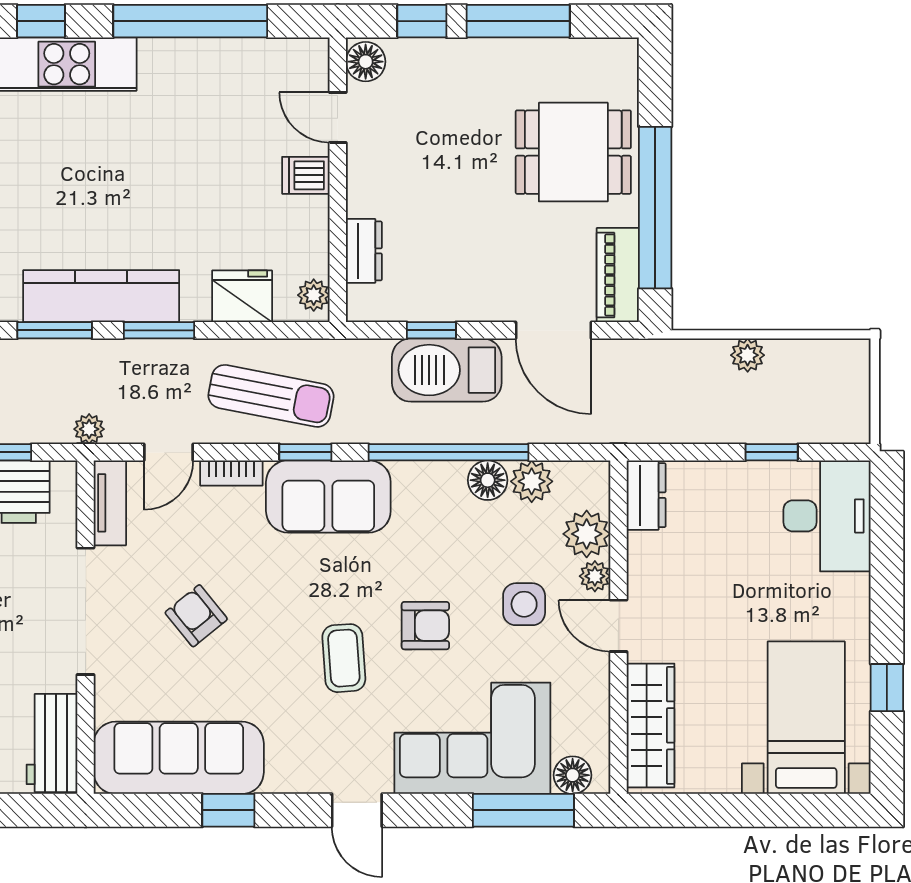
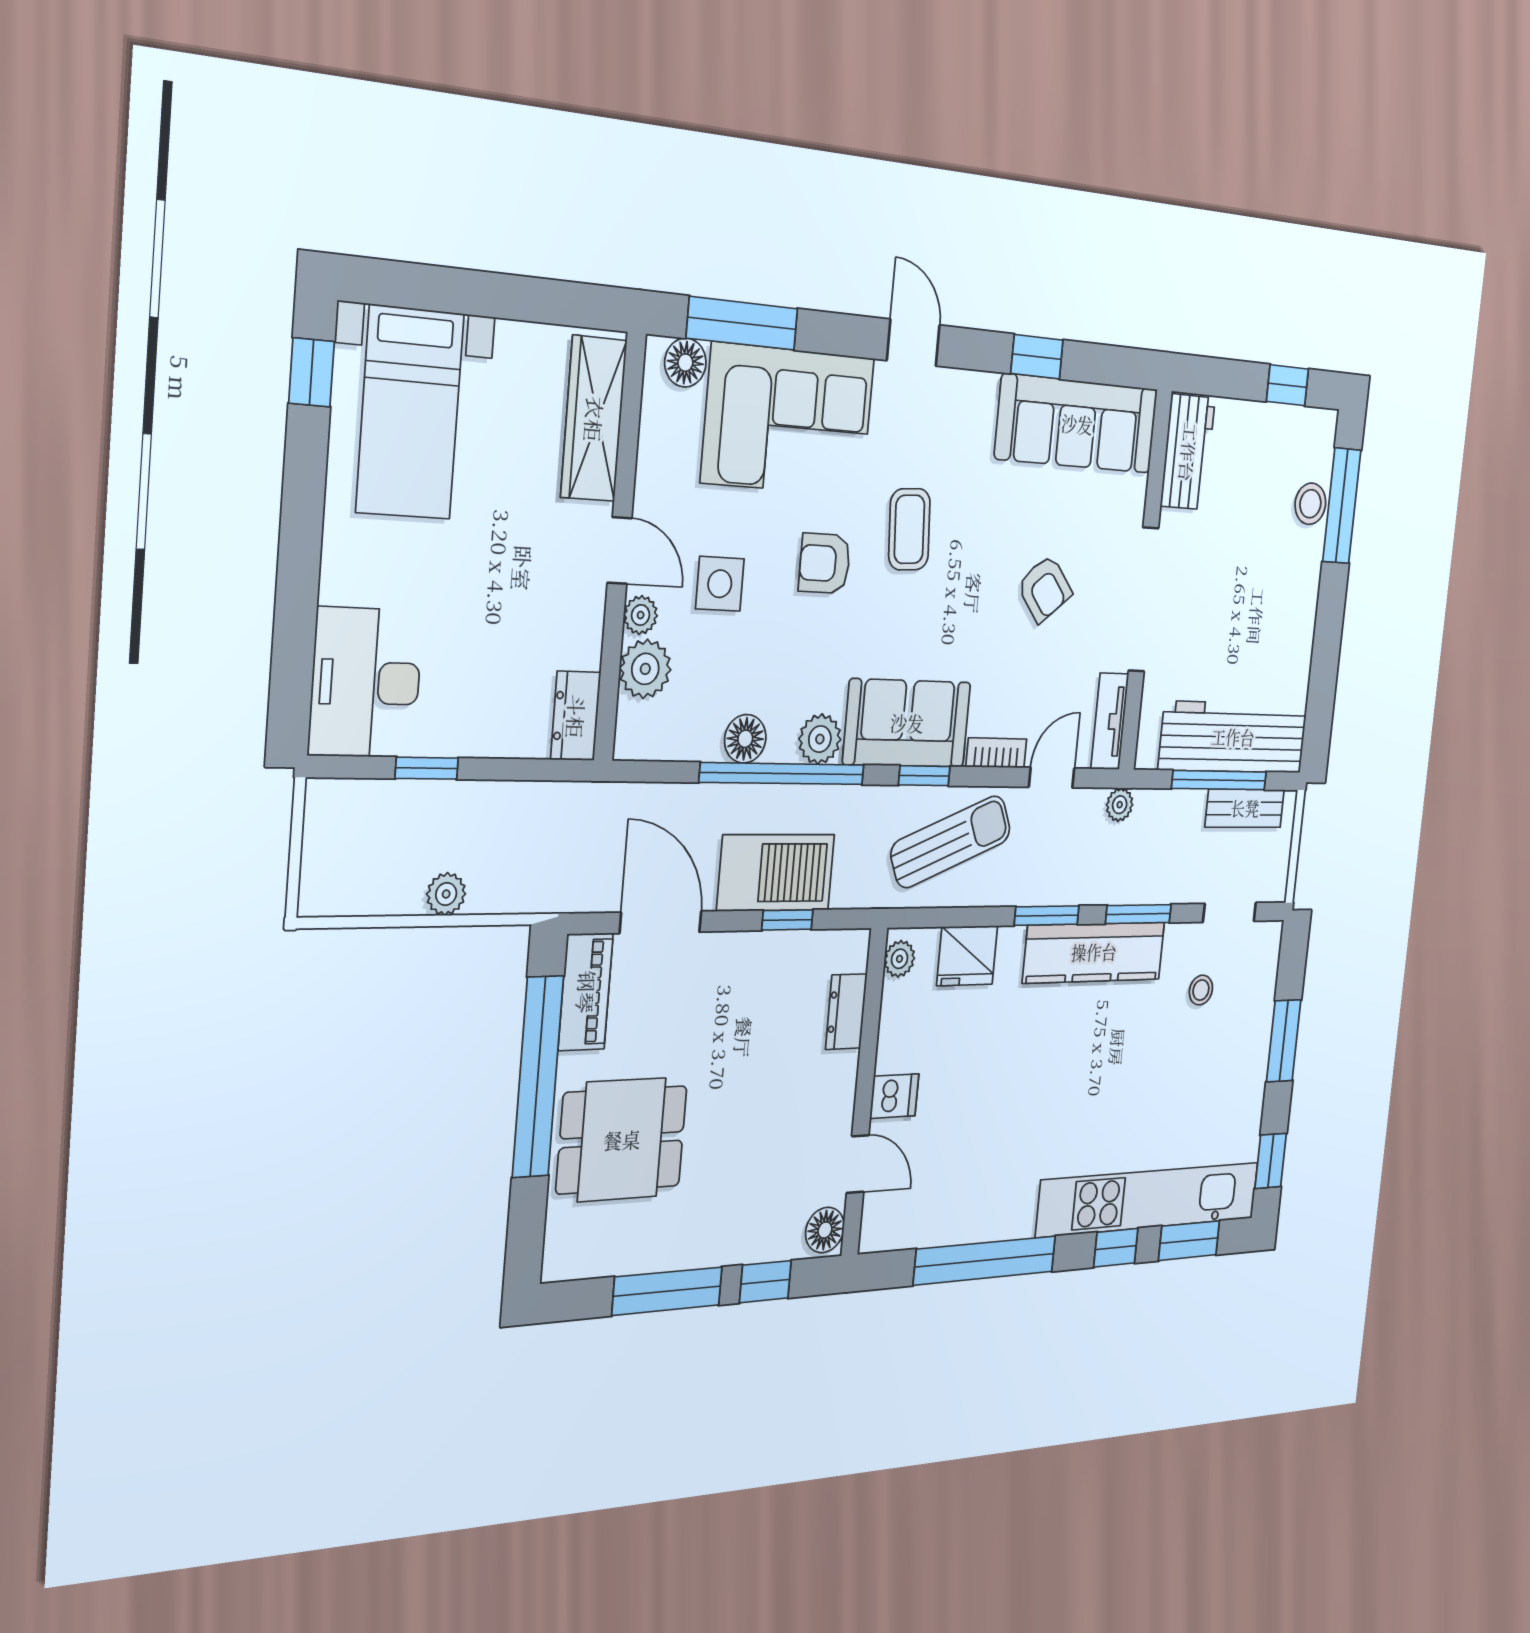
sun lounger: (271, 396) -> (951, 842), turned 147
plant: (532, 481) -> (820, 739), moved
window: (887, 688) -> (312, 372), moved

